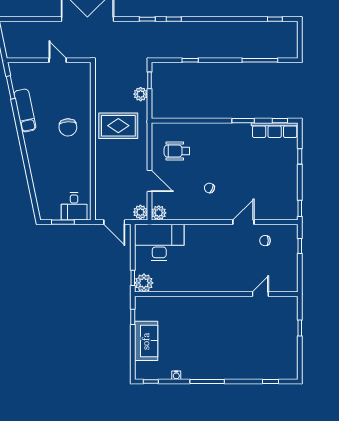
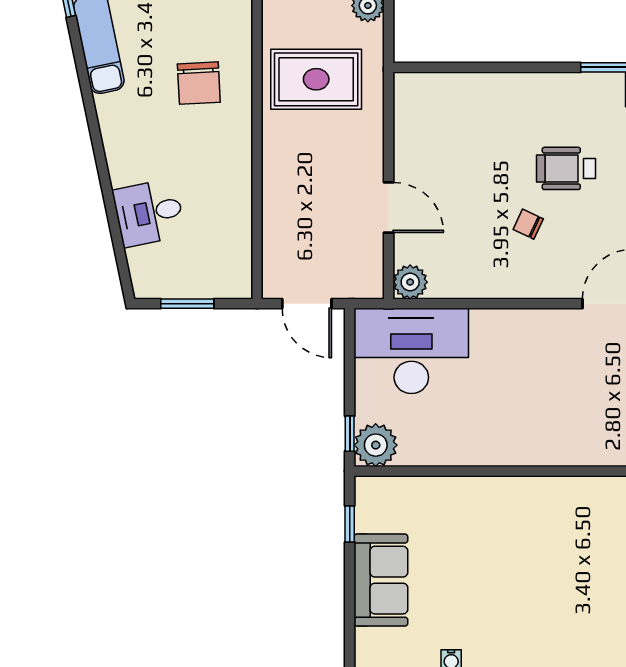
wheelchair: (177, 151) -> (566, 168), moved
desk: (74, 206) -> (149, 213), moved, turned 78
plant: (140, 212) -> (368, 280), removed

